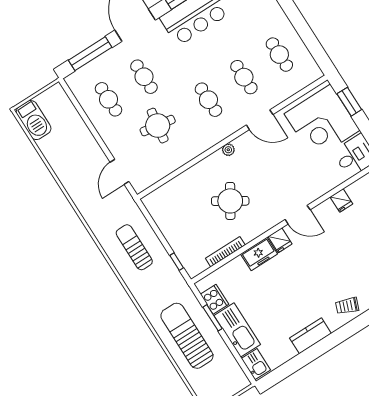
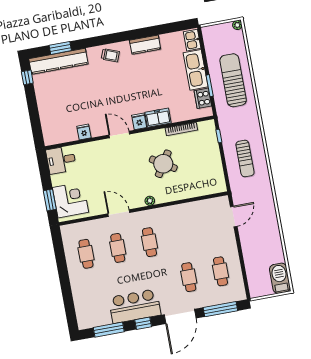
corner desk: (322, 122) -> (71, 200), width x0.74, depth x0.74
round table: (158, 126) -> (193, 238), removed
sun lounger: (187, 336) -> (233, 80), turned 180

